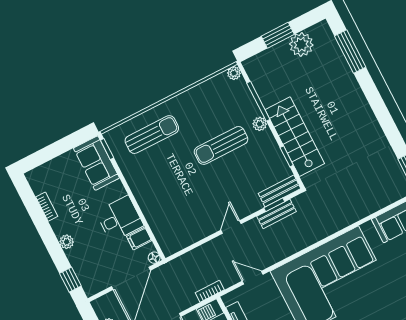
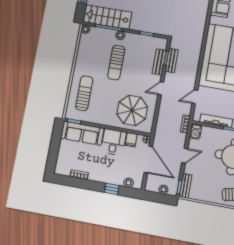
stairs: (295, 137) -> (107, 17), moved
sofa: (96, 163) -> (82, 133), width x1.36
bench: (280, 191) -> (159, 62), moved
parasol: (176, 212) -> (132, 110), added
door: (231, 227) -> (161, 88), hinge flipped
plant: (67, 242) -> (129, 183), moved
window: (70, 280) -> (112, 189), moved

